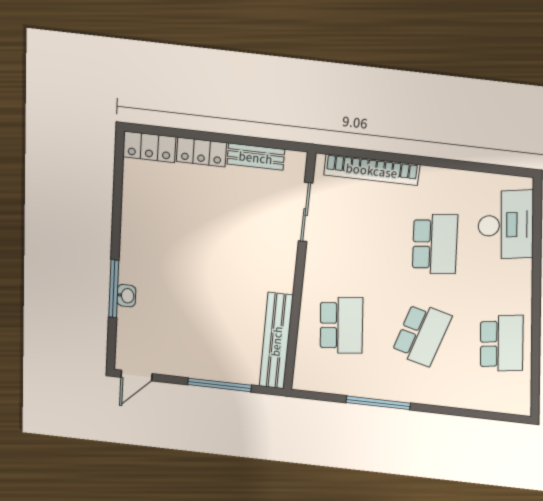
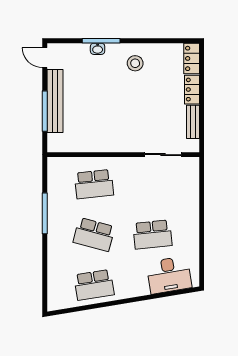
bookcase: (372, 170) -> (193, 191), removed
stool: (153, 240) -> (135, 63), added
bench: (276, 341) -> (55, 101), moved, turned 90

